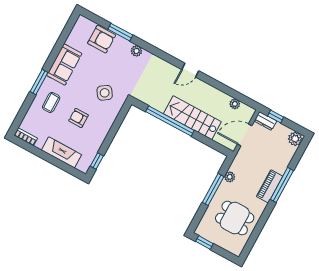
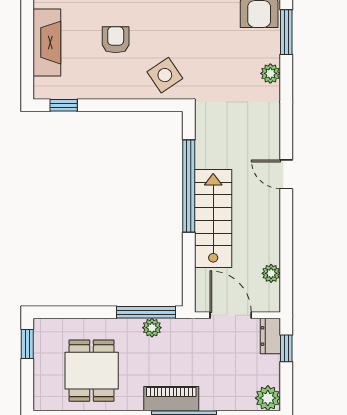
side table: (105, 93) -> (165, 75), moved
window: (213, 189) -> (146, 312), moved

